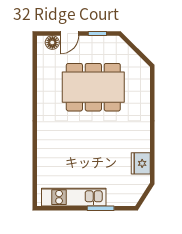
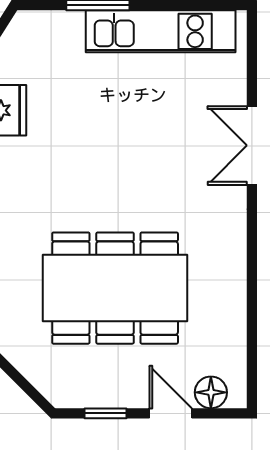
door: (69, 34) -> (171, 413), hinge flipped
double door: (35, 148) -> (252, 145), added

